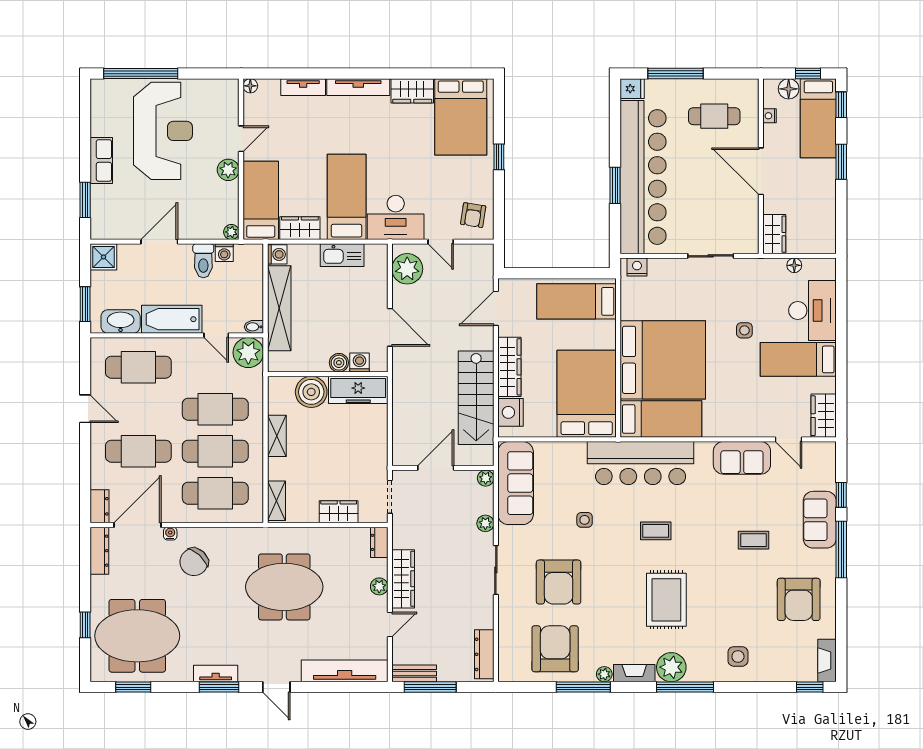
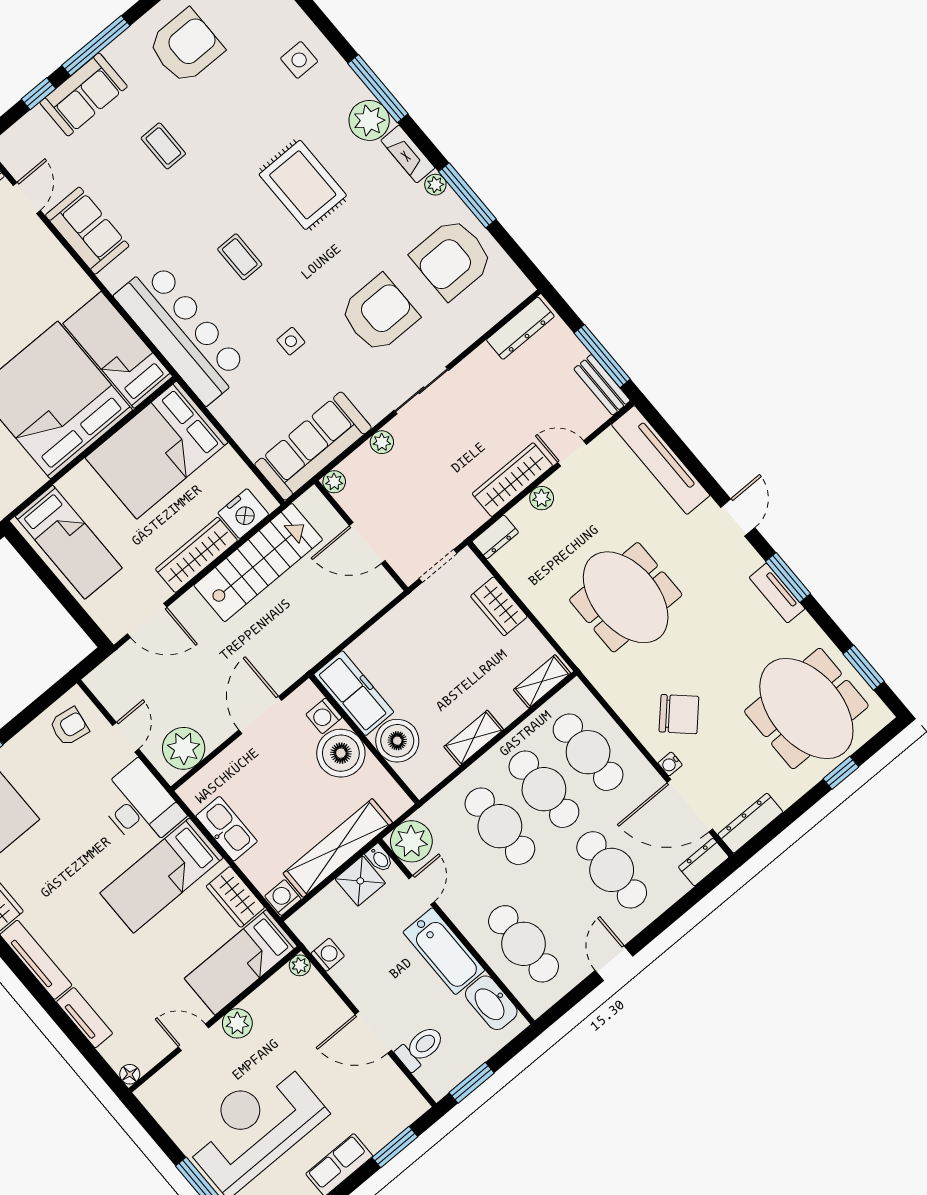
shower: (103, 257) -> (360, 881), moved
toilet: (203, 261) -> (420, 1048), moved
window: (85, 304) -> (472, 1083), moved
boiler: (339, 363) -> (341, 753), width x1.86, depth x1.86
rug: (666, 600) -> (303, 185), turned 90

